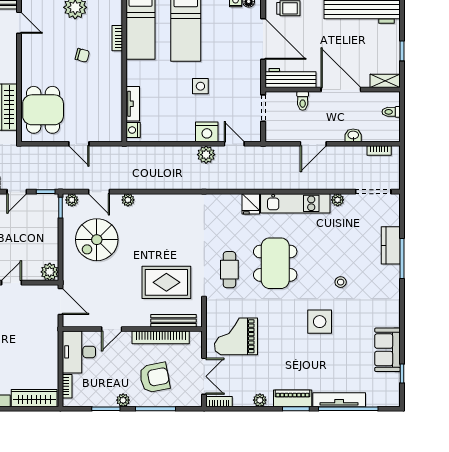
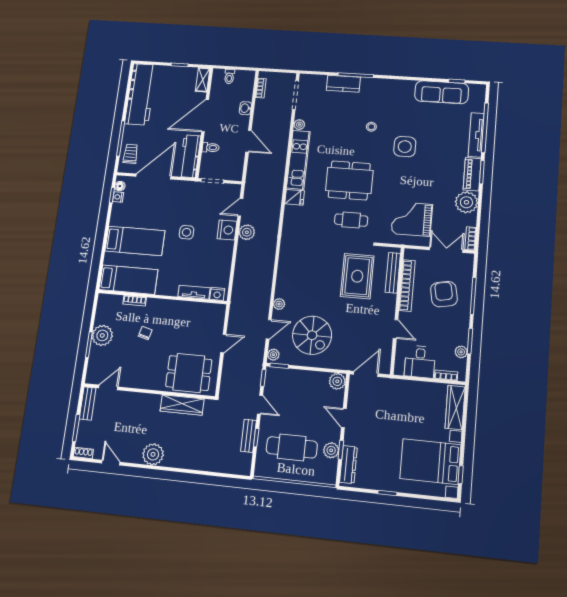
grand piano: (236, 336) -> (412, 219), turned 90
sofa: (387, 350) -> (442, 92), width x1.36
desk: (79, 352) -> (420, 362), width x0.73
plant: (123, 400) -> (461, 352), moved
plant: (260, 400) -> (466, 202), width x1.88, depth x1.88

